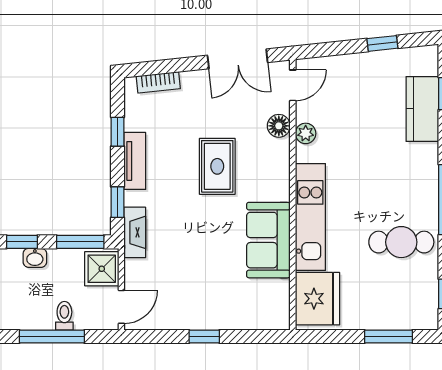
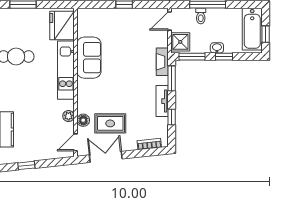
rug: (217, 166) -> (110, 123), moved, turned 90
window: (117, 202) -> (172, 78), width x1.50

